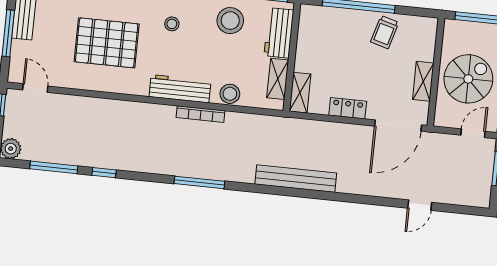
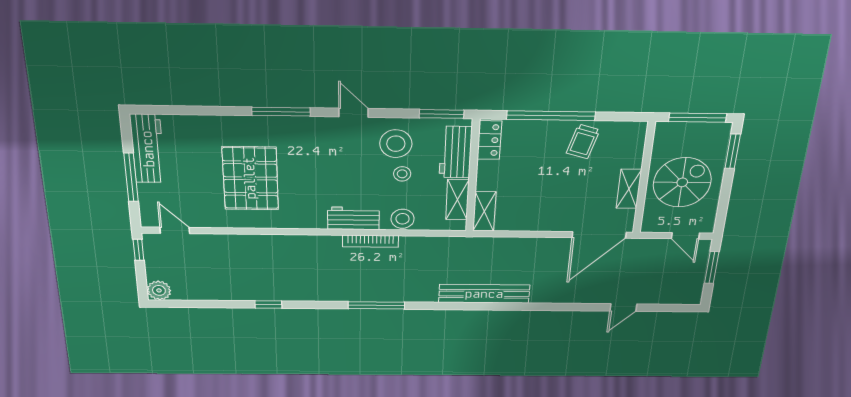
stool: (172, 24) -> (402, 174), moved
pallet: (107, 43) -> (250, 178), turned 90
workbench: (180, 89) -> (353, 218), width x0.73
locker: (348, 108) -> (489, 140), moved, turned 90
door: (473, 133) -> (685, 236), swing flipped
window: (54, 167) -> (211, 304), removed

